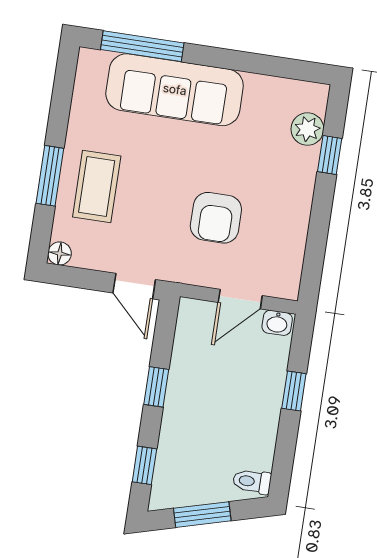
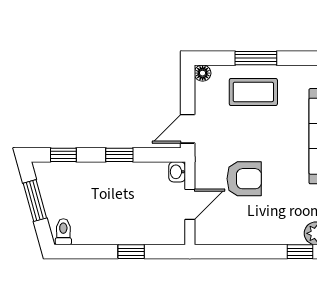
armchair: (216, 218) -> (244, 179), turned 180
door: (240, 299) -> (190, 204), swing flipped
washbasin: (277, 323) -> (177, 172), moved

